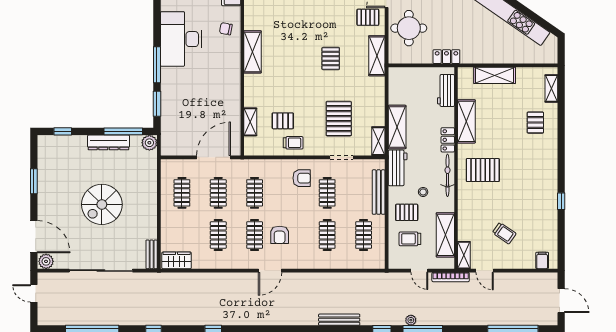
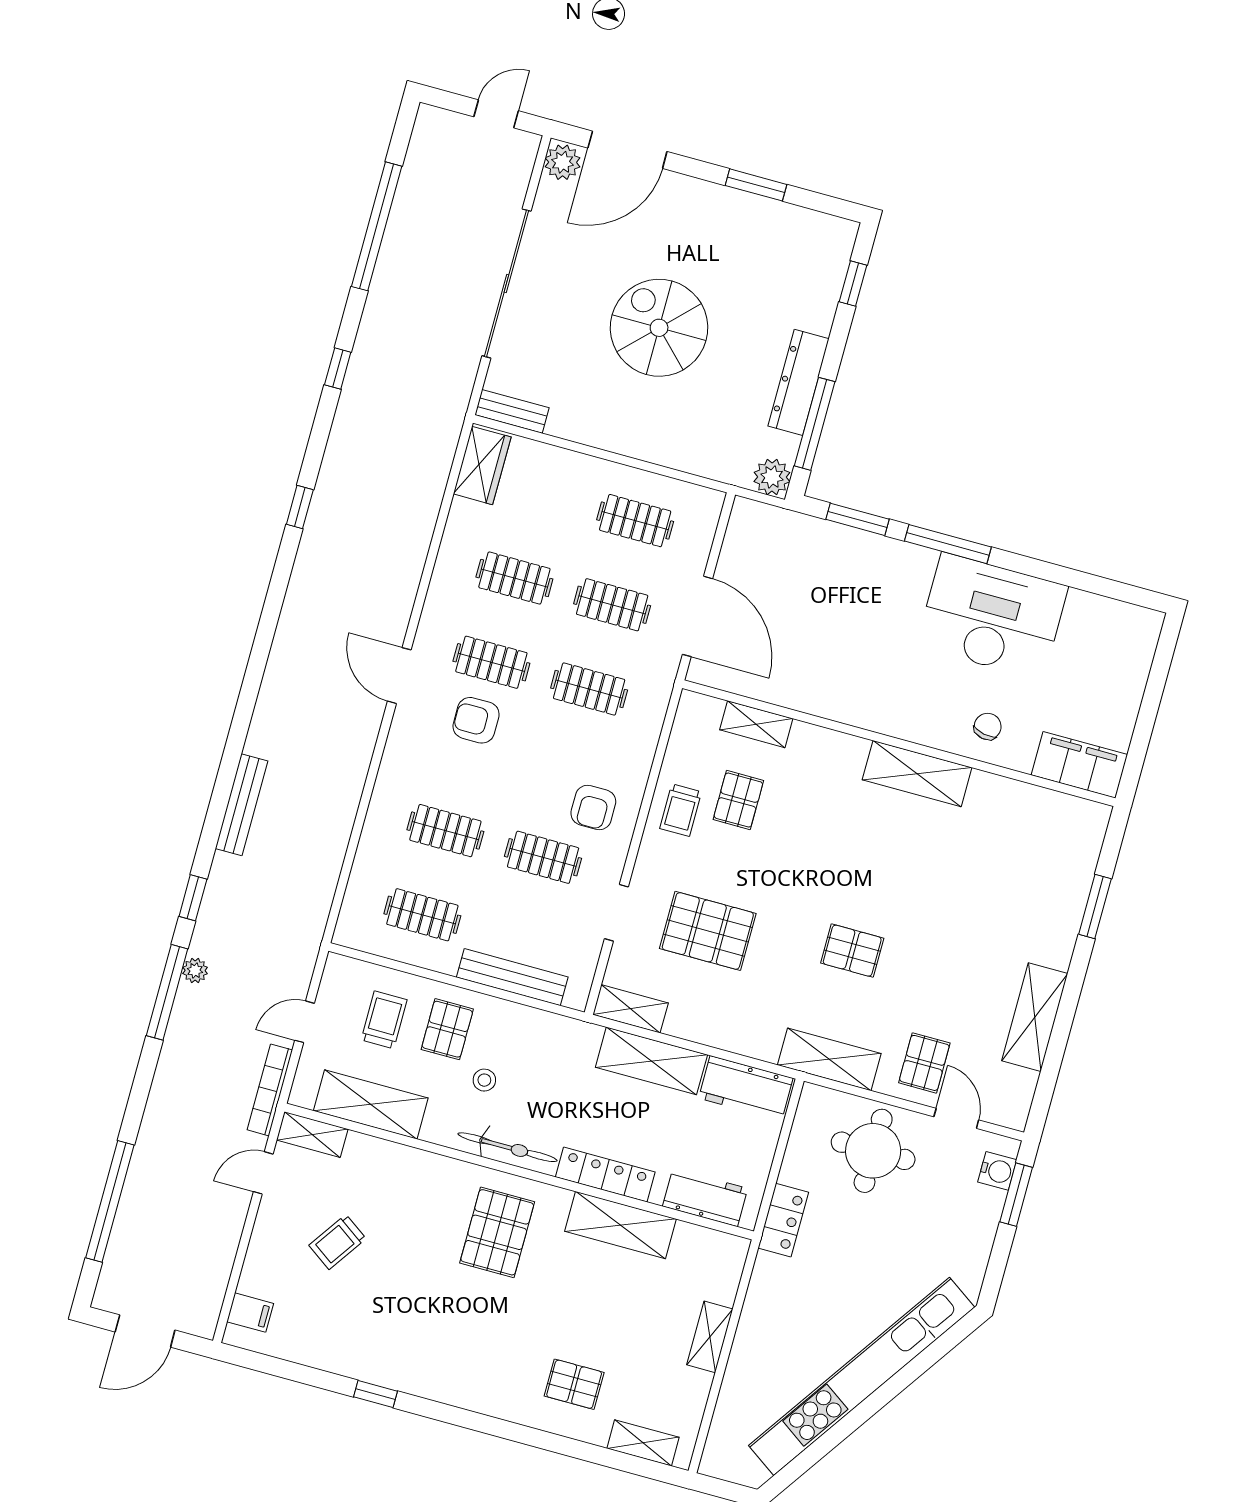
shelving: (495, 75) -> (710, 1337), width x0.67, depth x0.75
locker: (448, 140) -> (605, 1175), width x1.53
workbench: (398, 168) -> (746, 1088), moved

